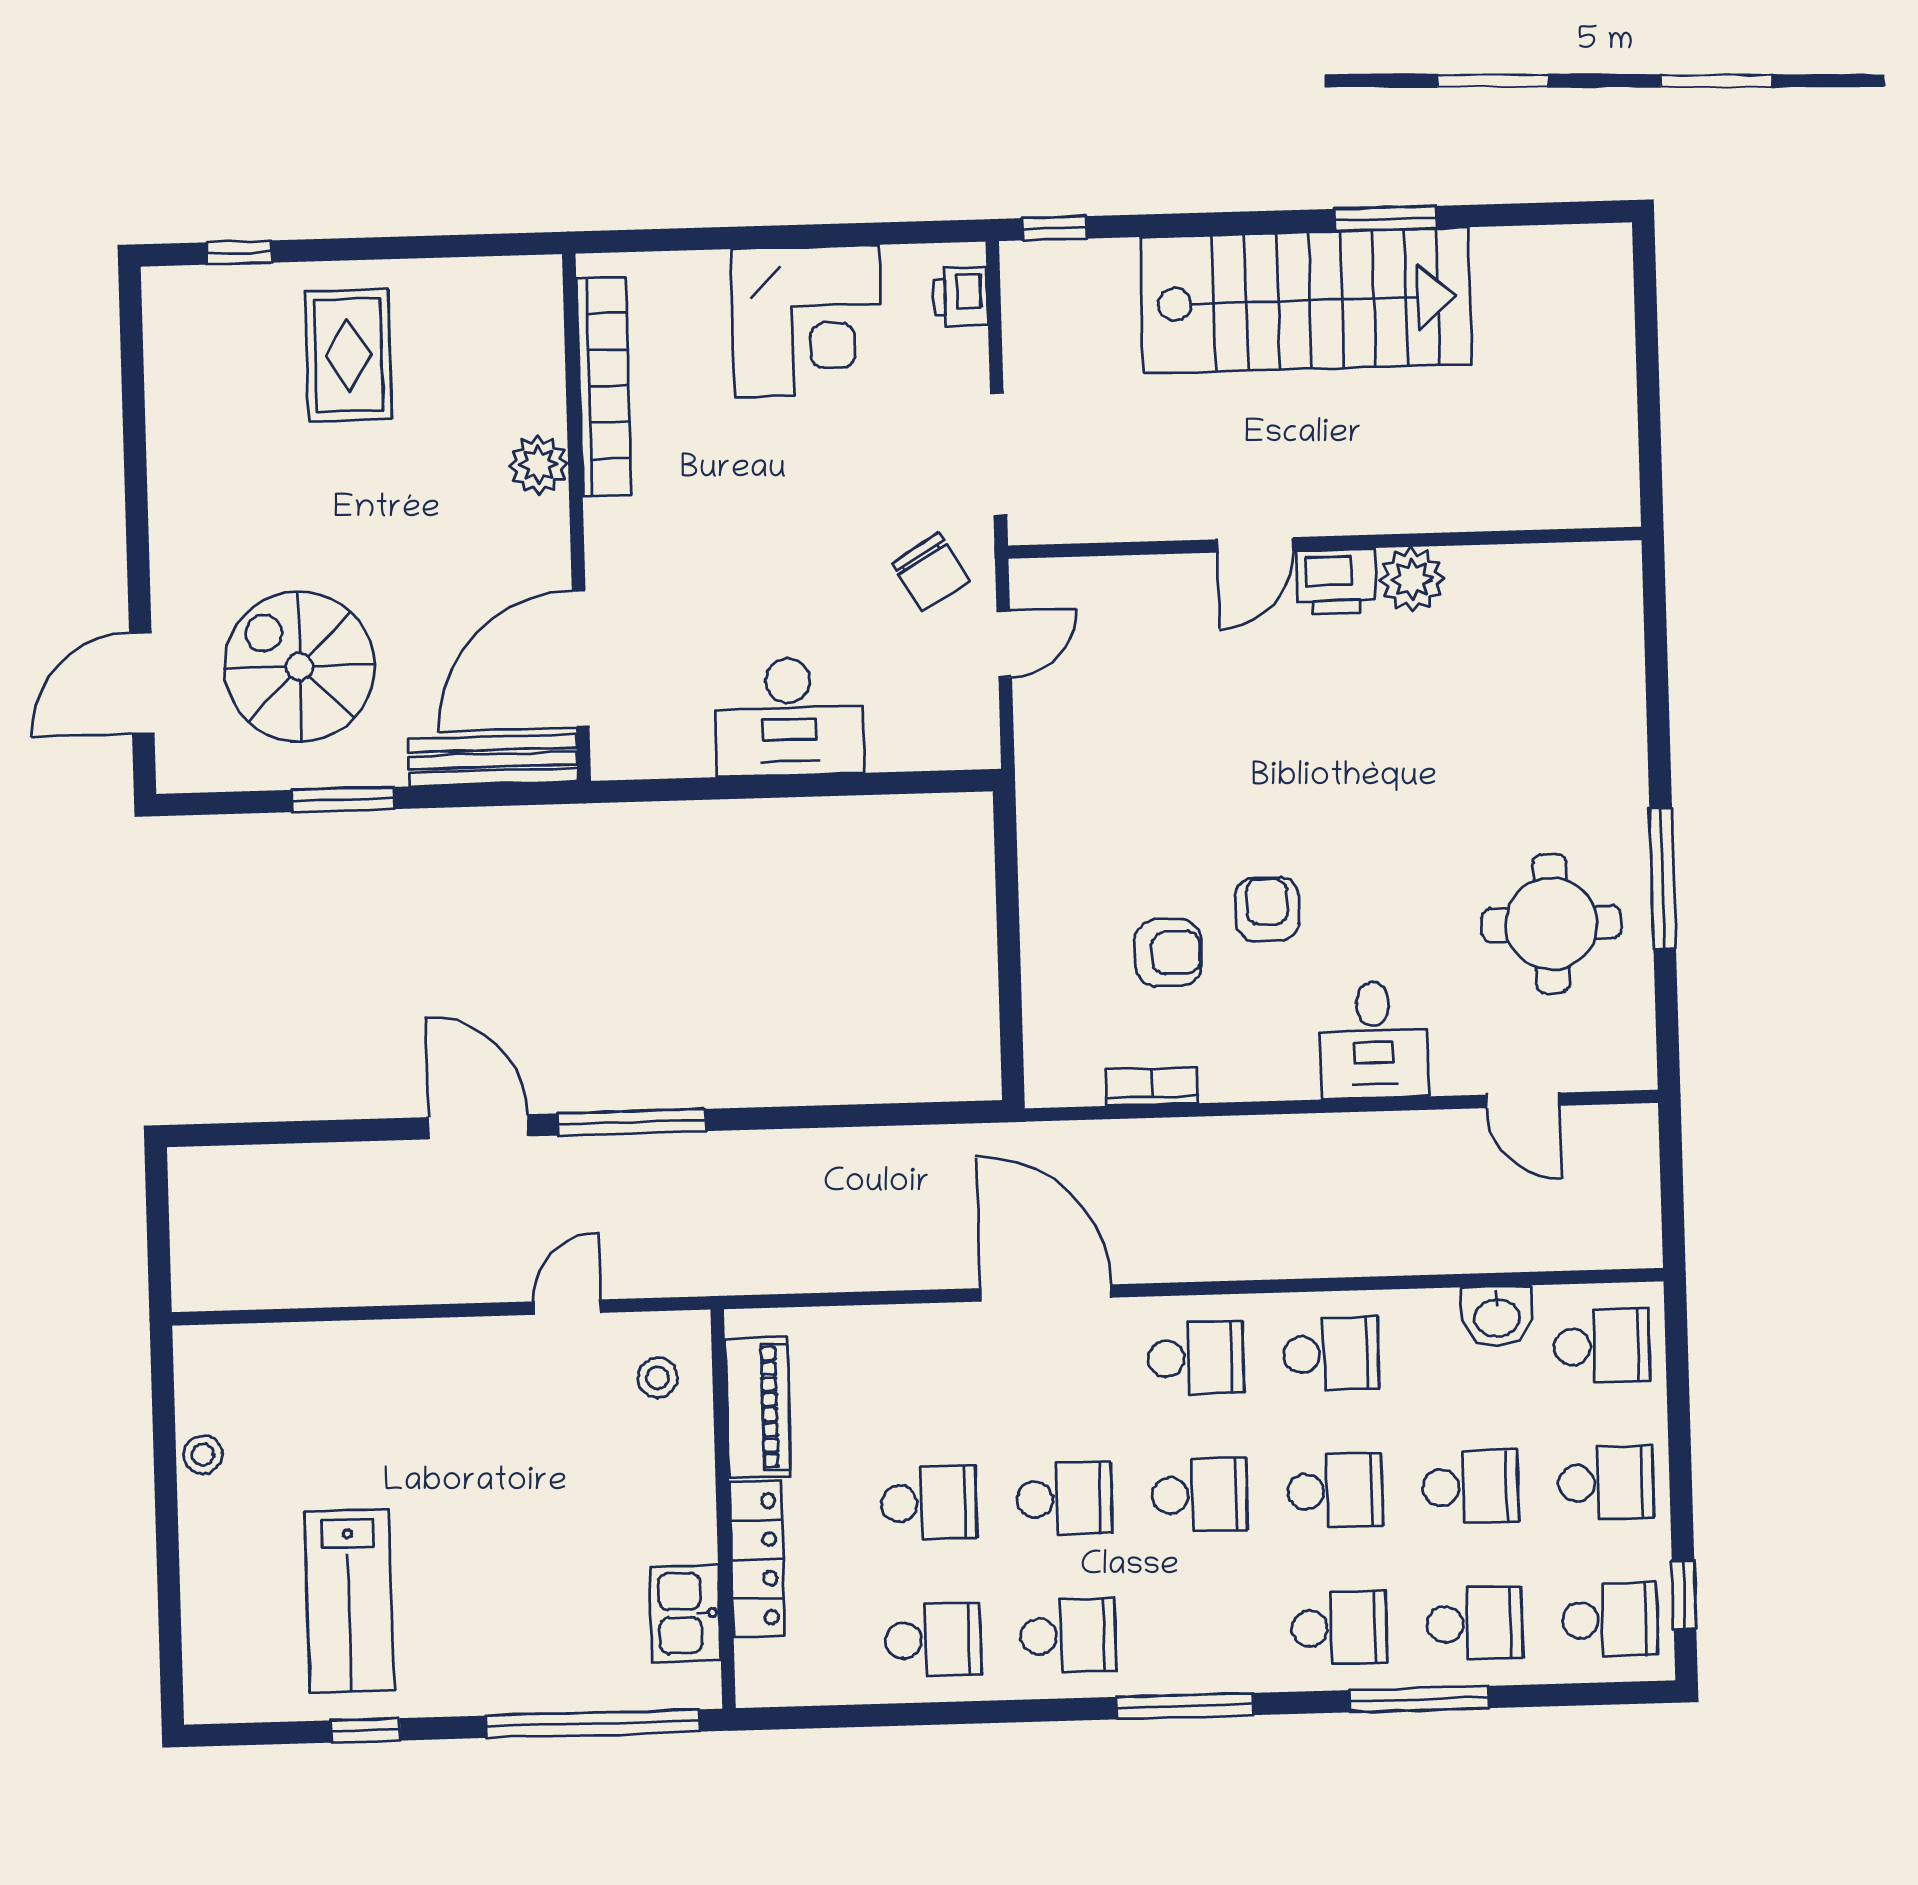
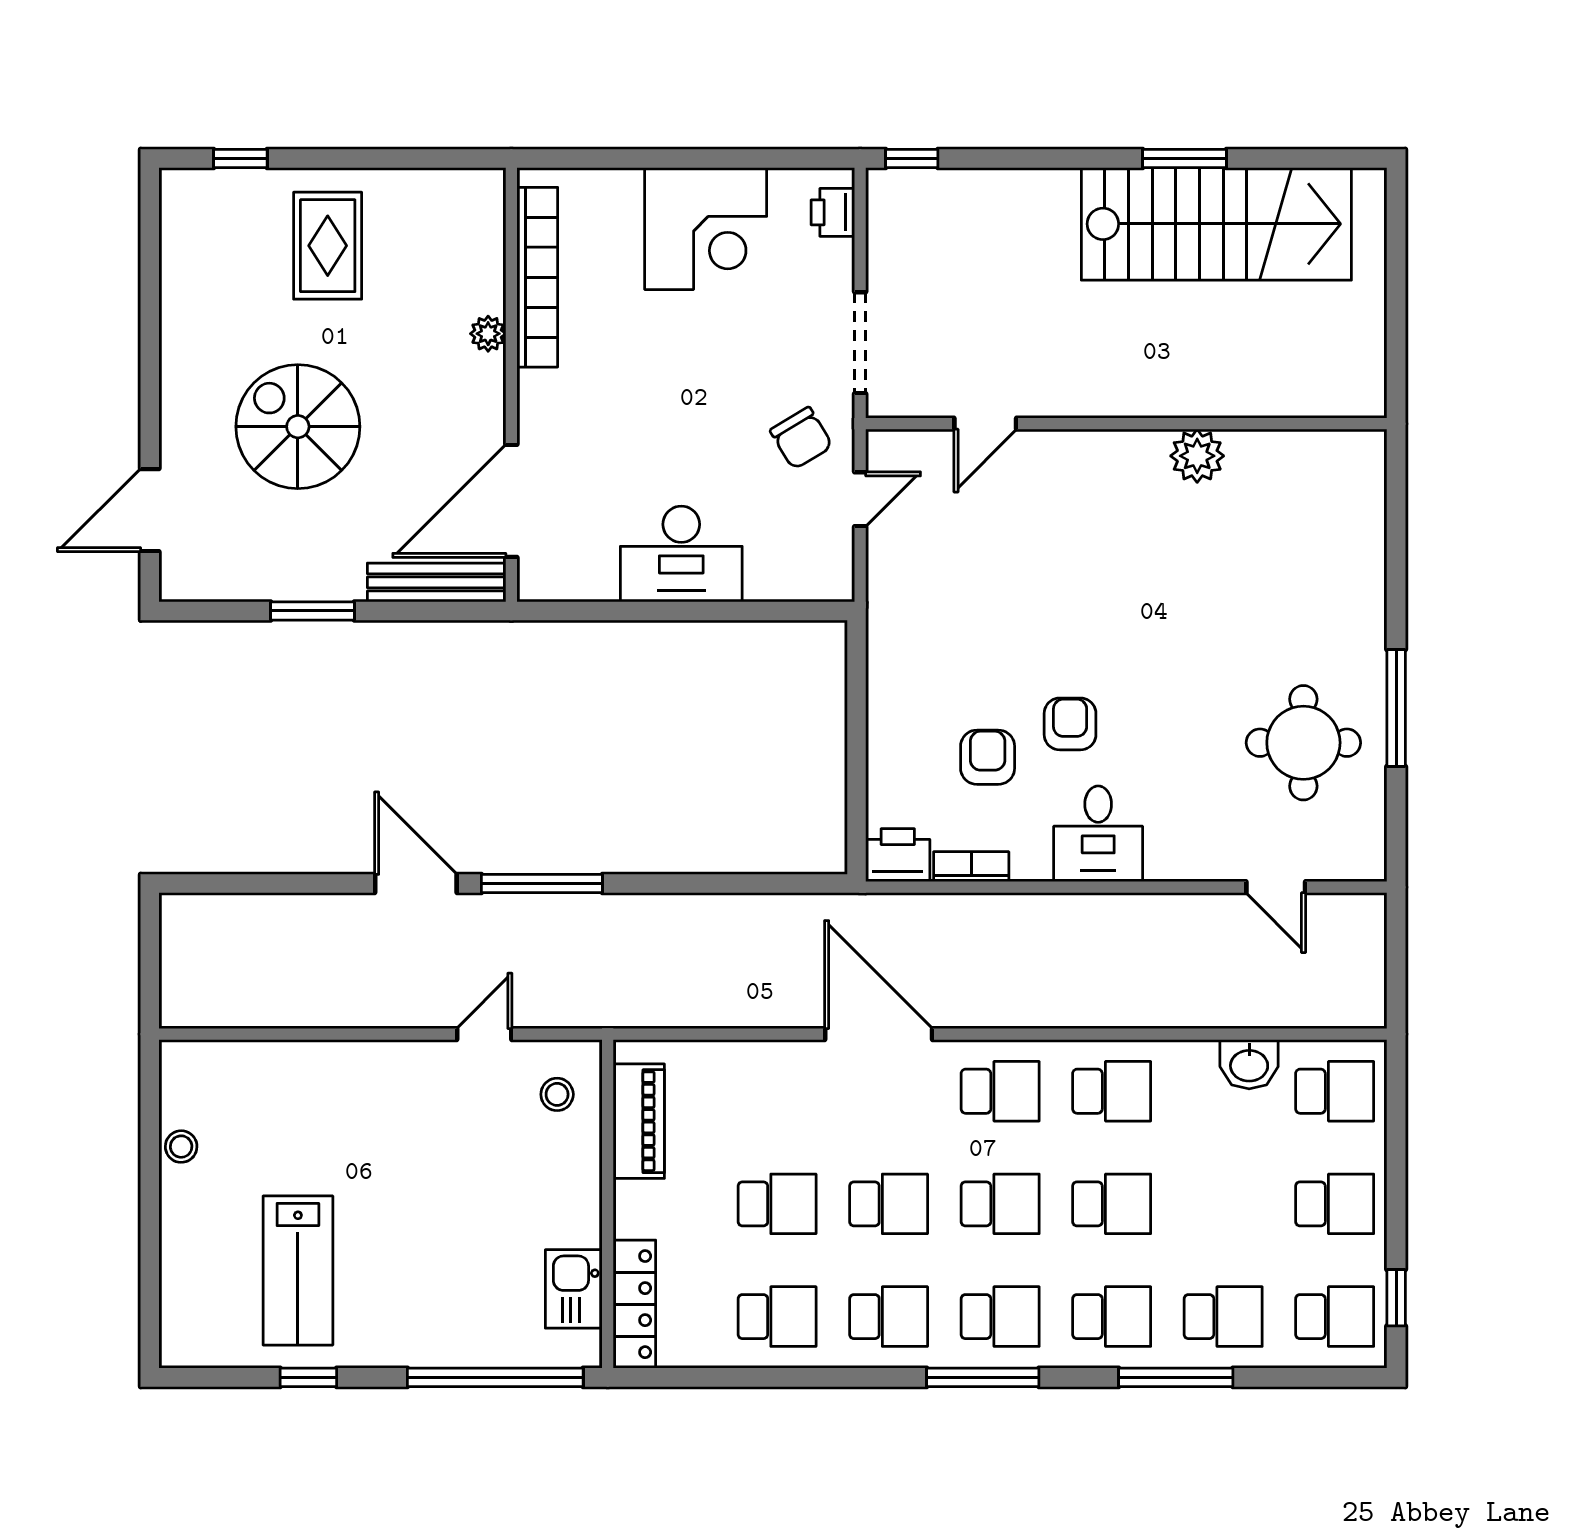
stairs: (1306, 300) -> (1216, 224), moved
plant: (538, 465) -> (488, 334), width x0.73, depth x0.73
door: (1255, 545) -> (985, 424), moved
printer: (1336, 581) -> (898, 855), moved, turned 180
spiral stairs: (299, 667) -> (298, 427), moved
armchair: (1168, 953) -> (988, 757), turned -90
desk: (1374, 1040) -> (1098, 834), moved
school desk: (1470, 1487) -> (1000, 1317), moved
locker: (757, 1559) -> (634, 1304), moved

